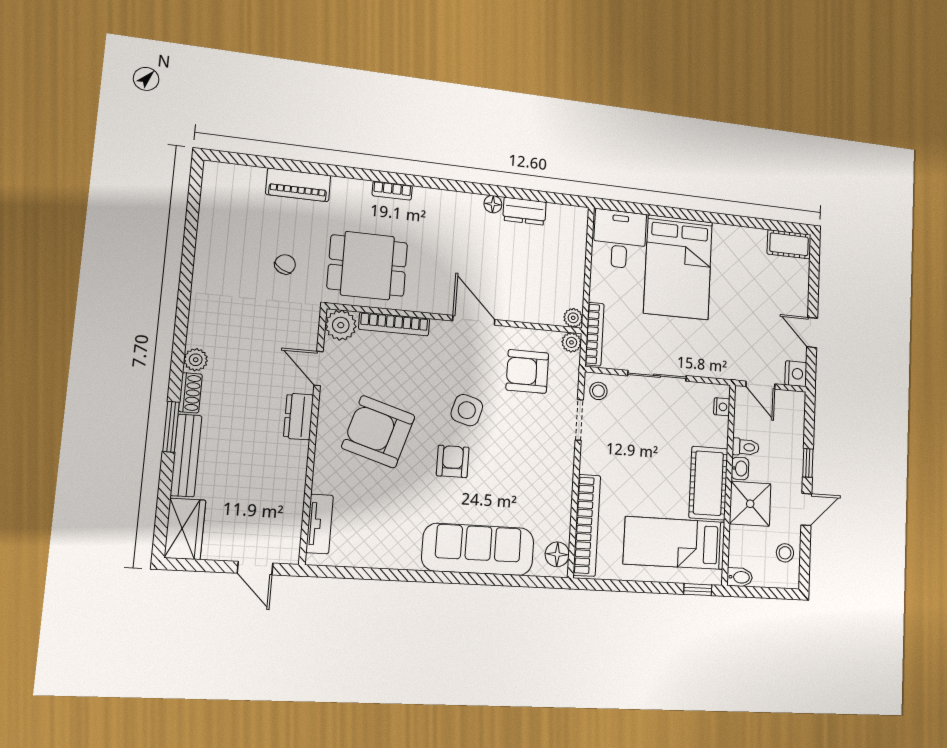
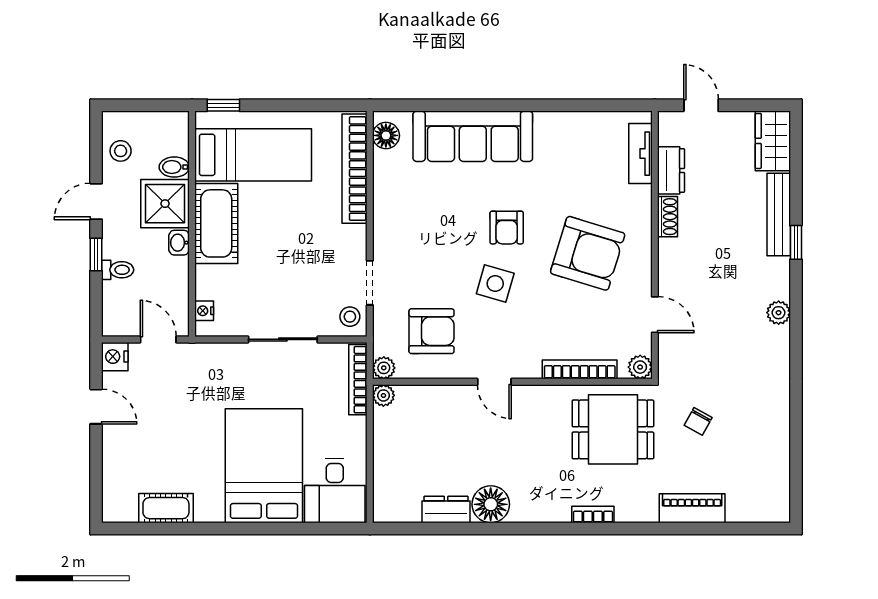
floor lamp: (493, 204) -> (491, 504), width x1.89, depth x1.89
cot: (789, 244) -> (166, 508), moved
door: (474, 320) -> (494, 382), width x0.73
plant: (341, 325) -> (640, 367), width x0.73, depth x0.73
shoe rack: (190, 393) -> (667, 217), moved, turned 180
dresser: (298, 416) -> (671, 170), moved
window: (171, 427) -> (796, 242), width x0.67
toilet: (746, 447) -> (118, 270), moved, turned 180
bidet: (740, 577) -> (174, 167), moved

